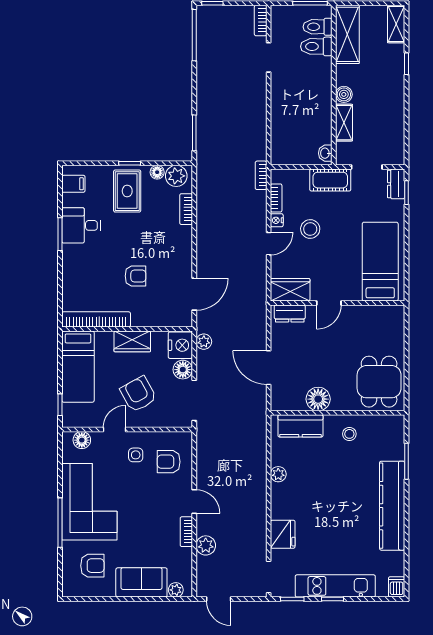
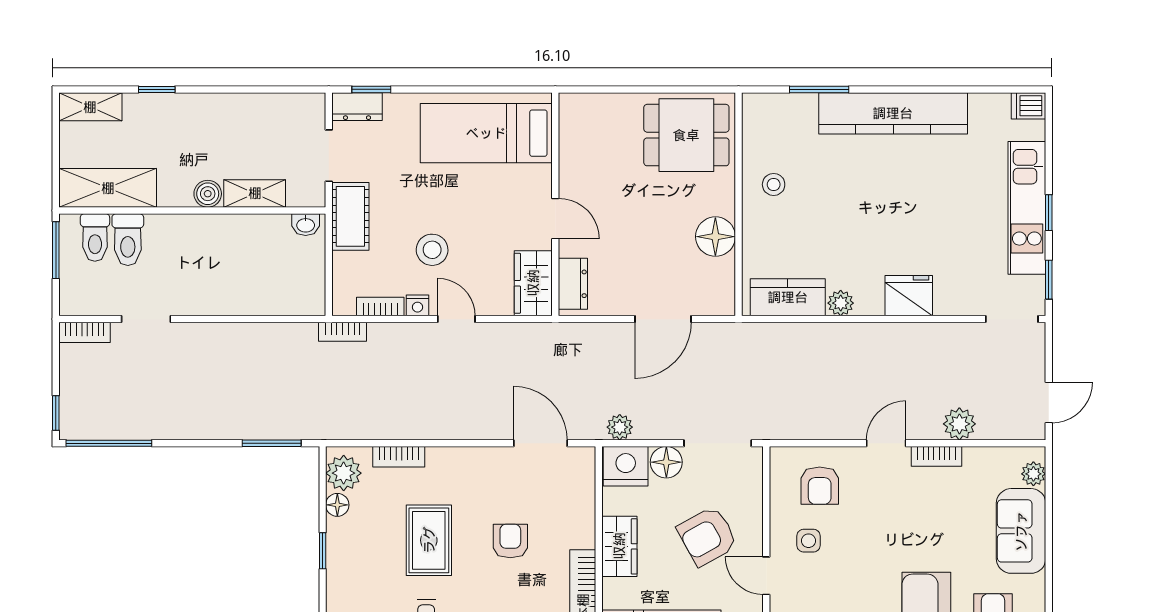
rug: (127, 191) -> (429, 540), moved, turned 90
kitchen counter: (300, 426) -> (788, 297), moved, turned -90
fridge: (283, 534) -> (909, 296), moved

